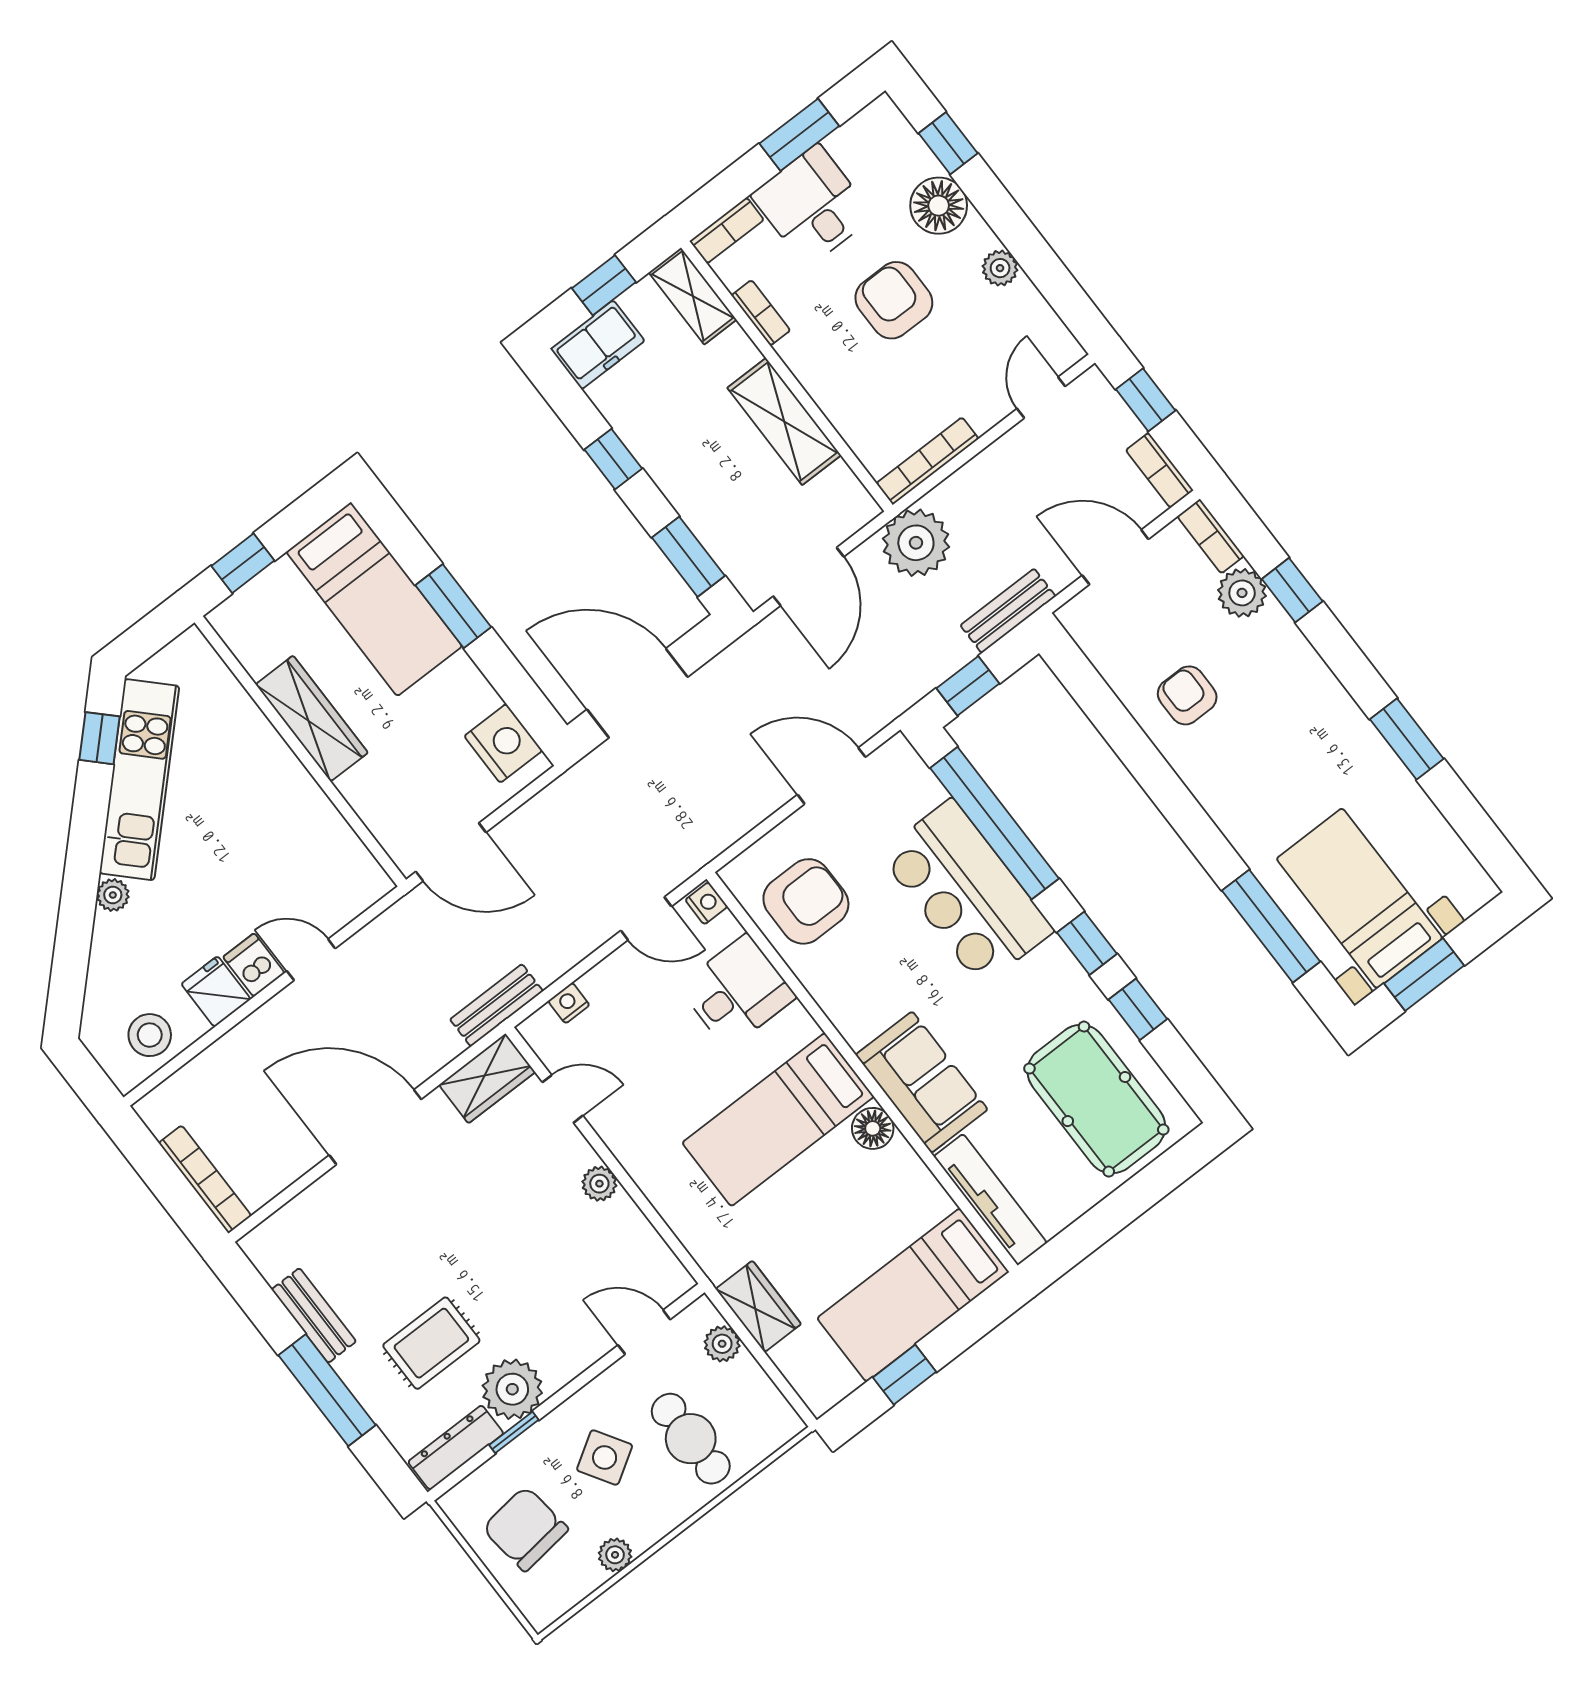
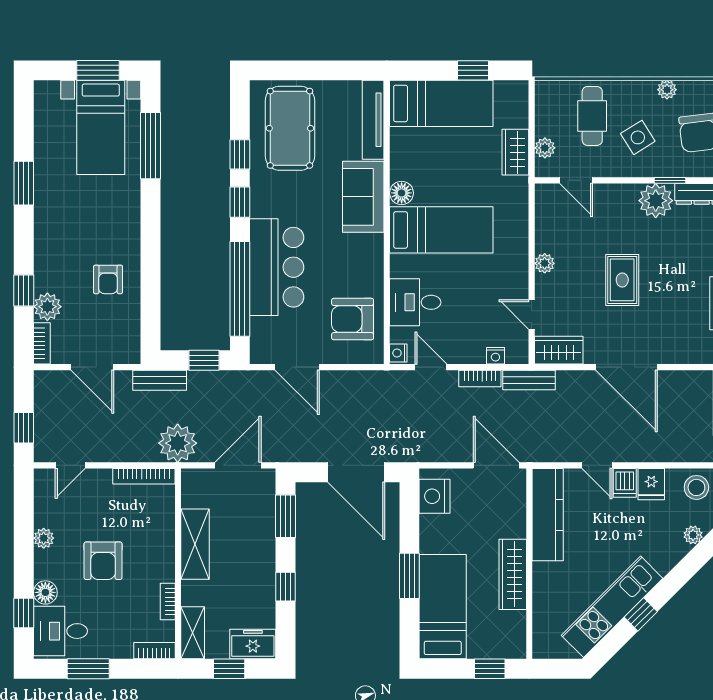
desk: (812, 206) -> (60, 631), moved, turned 90
floor lamp: (939, 206) -> (45, 592), width x0.73, depth x0.73
bookcase: (1160, 470) -> (480, 378), moved, turned 90
window: (99, 738) -> (641, 614), moved
kitchen counter: (327, 839) -> (548, 515), added
plant: (113, 895) -> (693, 535), moved
rug: (431, 1343) -> (622, 280), moved, turned 90

